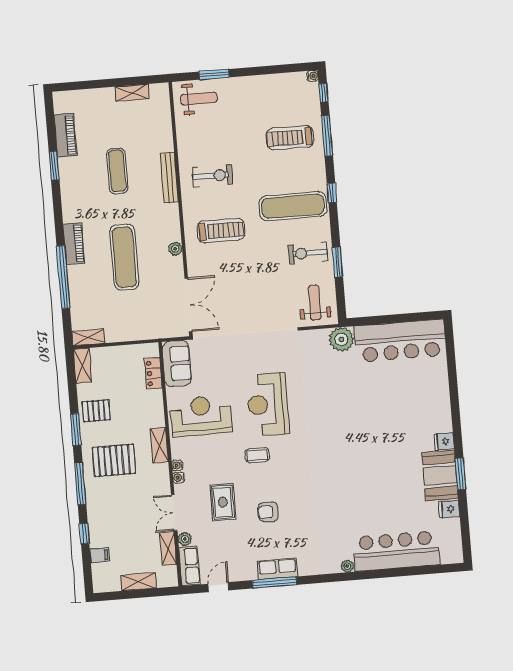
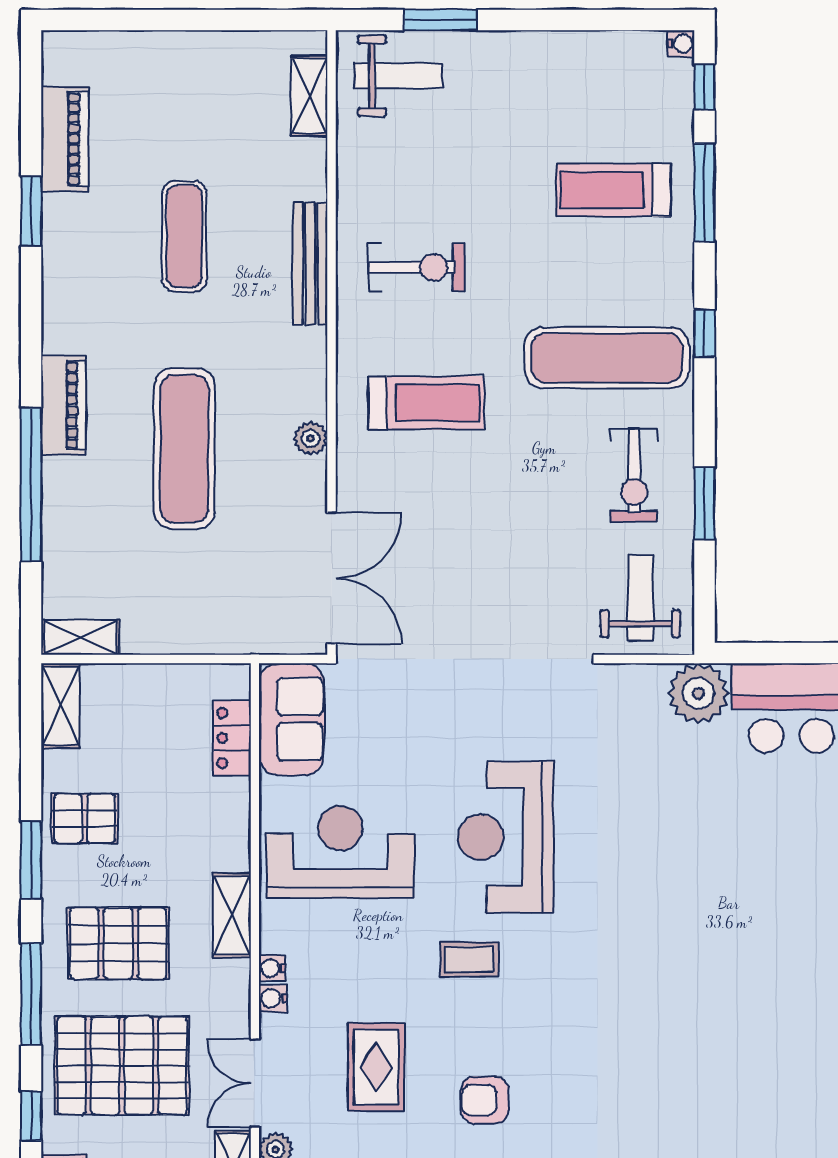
shelving: (132, 93) -> (309, 96), moved, turned 90
exercise bike: (308, 253) -> (634, 475), turned -90
pallet: (120, 510) -> (122, 1066), added

